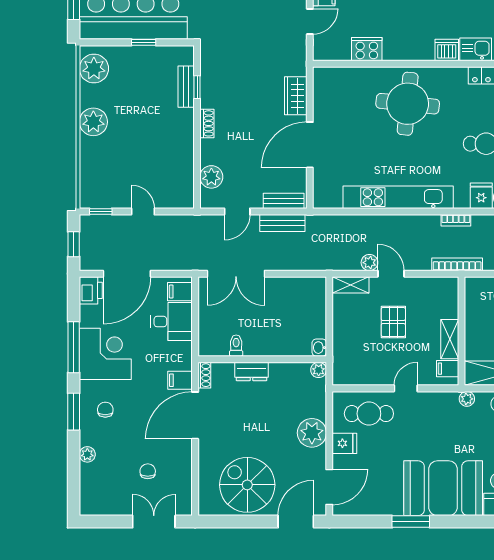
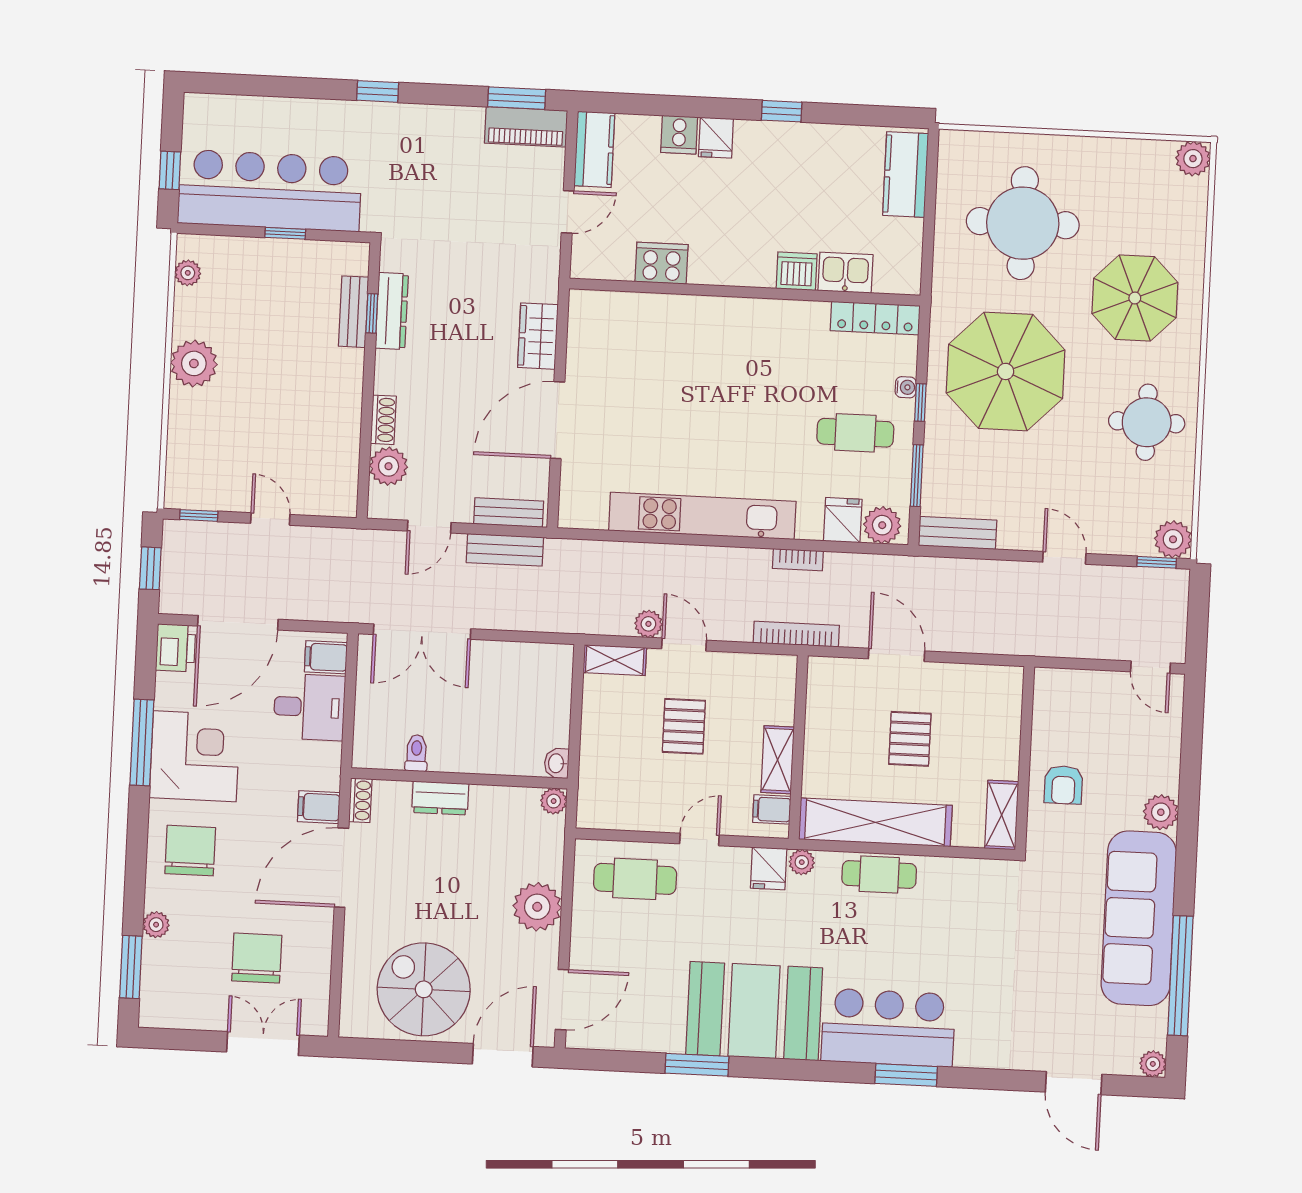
plant: (94, 69) -> (188, 273), width x0.53, depth x0.53
dresser: (209, 85) -> (392, 311), added
round table: (408, 104) -> (726, 359), removed
shoe rack: (207, 123) -> (383, 420), moved
chair: (105, 410) -> (190, 851), width x1.87, depth x1.87
window: (74, 412) -> (131, 967), moved
fridge: (344, 443) -> (769, 868), moved, turned 90
chair: (148, 471) -> (257, 958), width x1.87, depth x1.87

